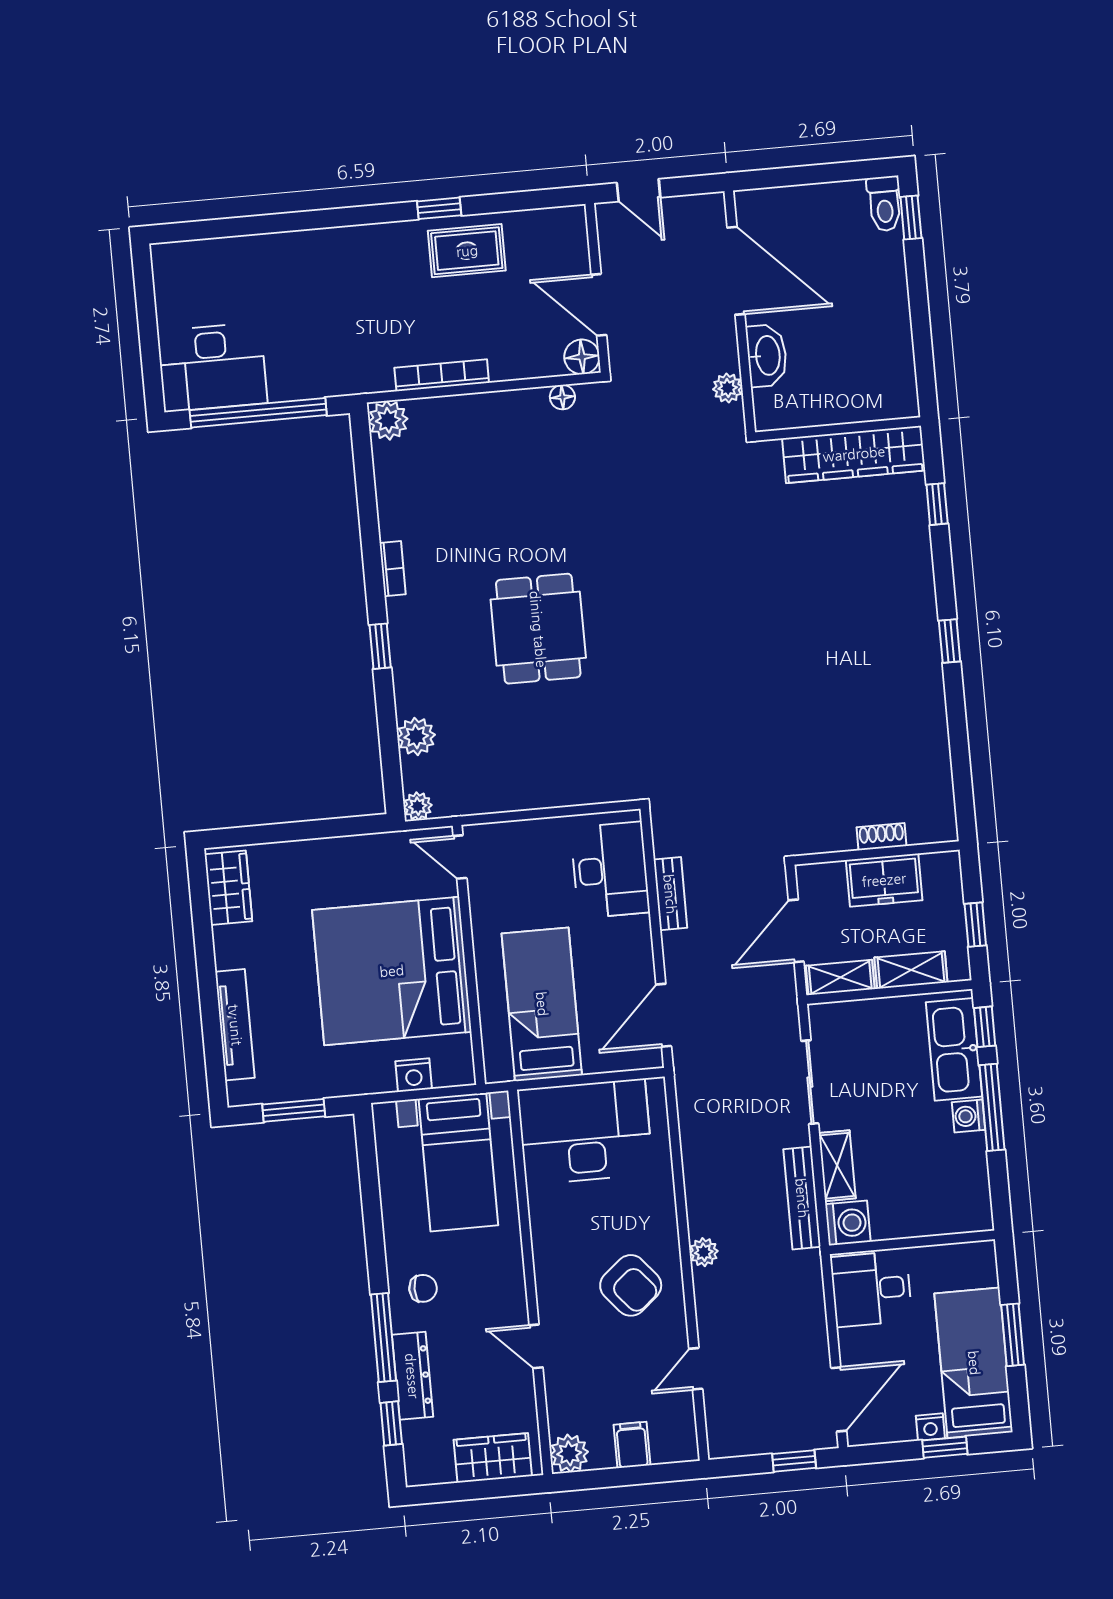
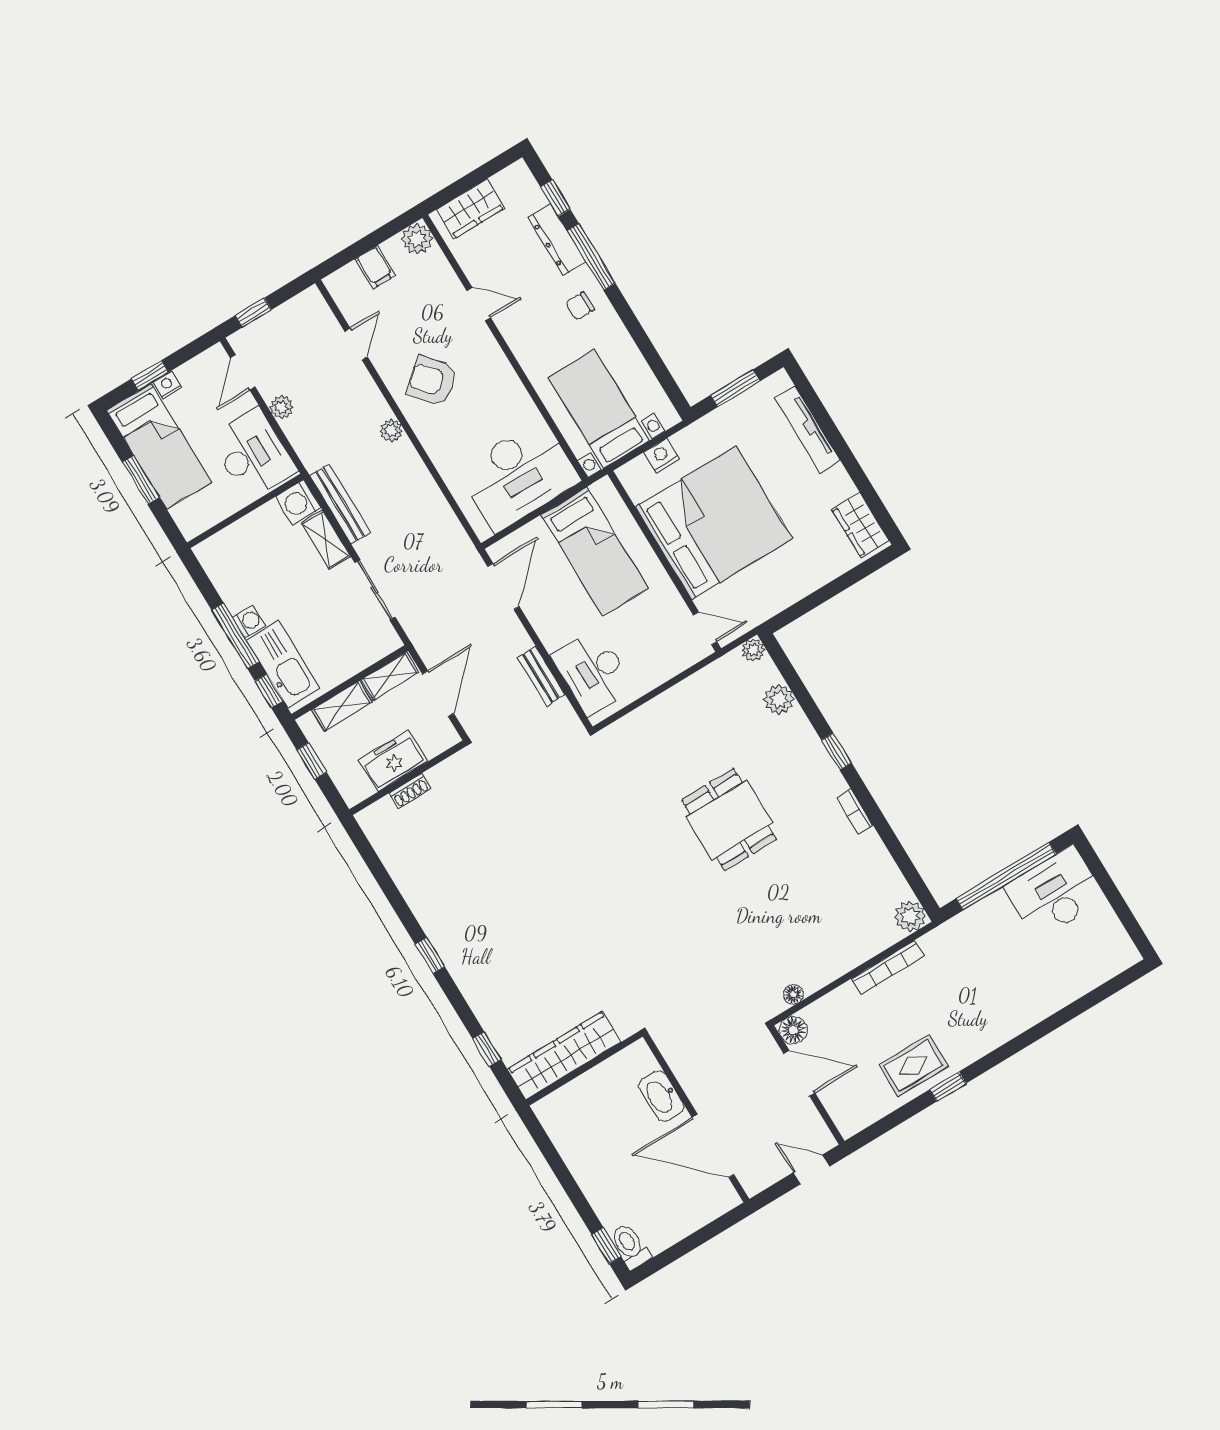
plant: (728, 388) -> (282, 407), moved
desk: (871, 1289) -> (253, 454), width x1.37
door: (839, 1399) -> (243, 373), width x0.73

